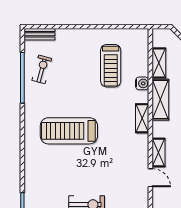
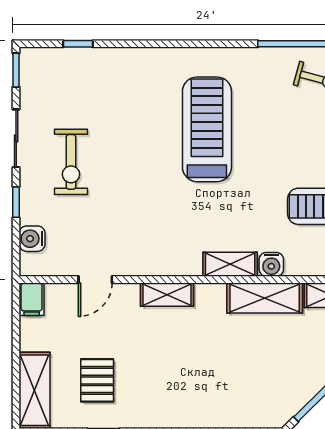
water cooler: (142, 83) -> (271, 264), moved
door: (150, 178) -> (95, 280), moved

